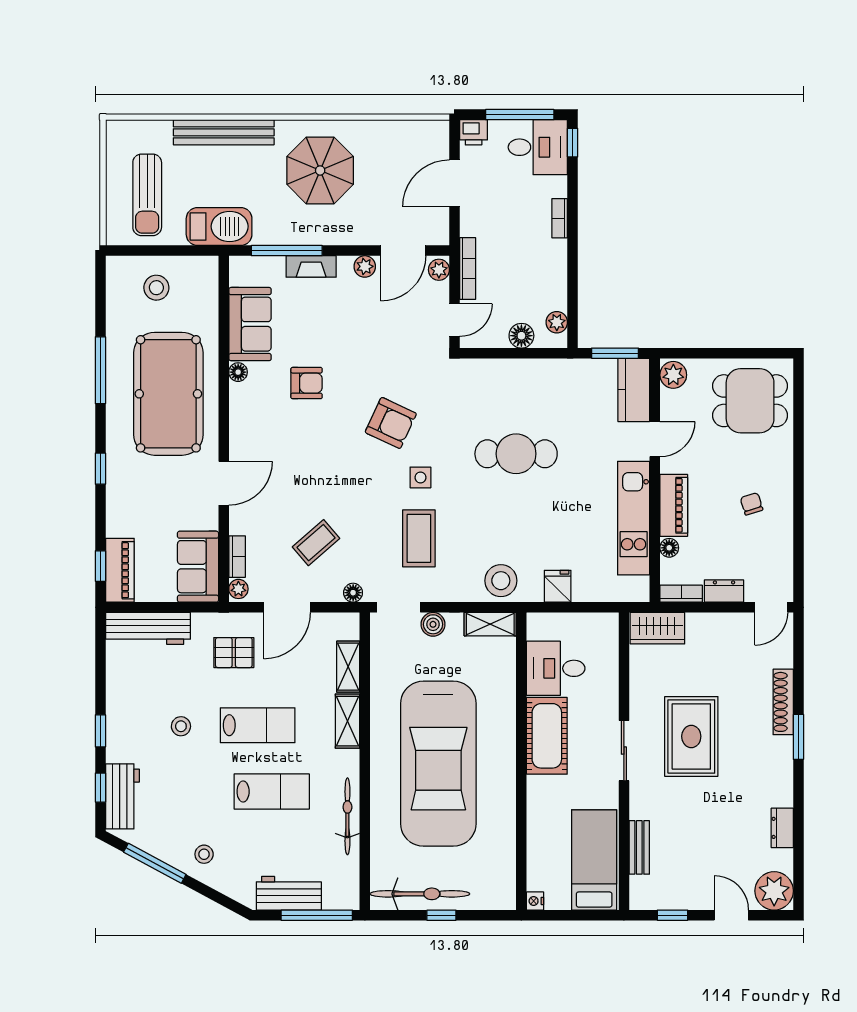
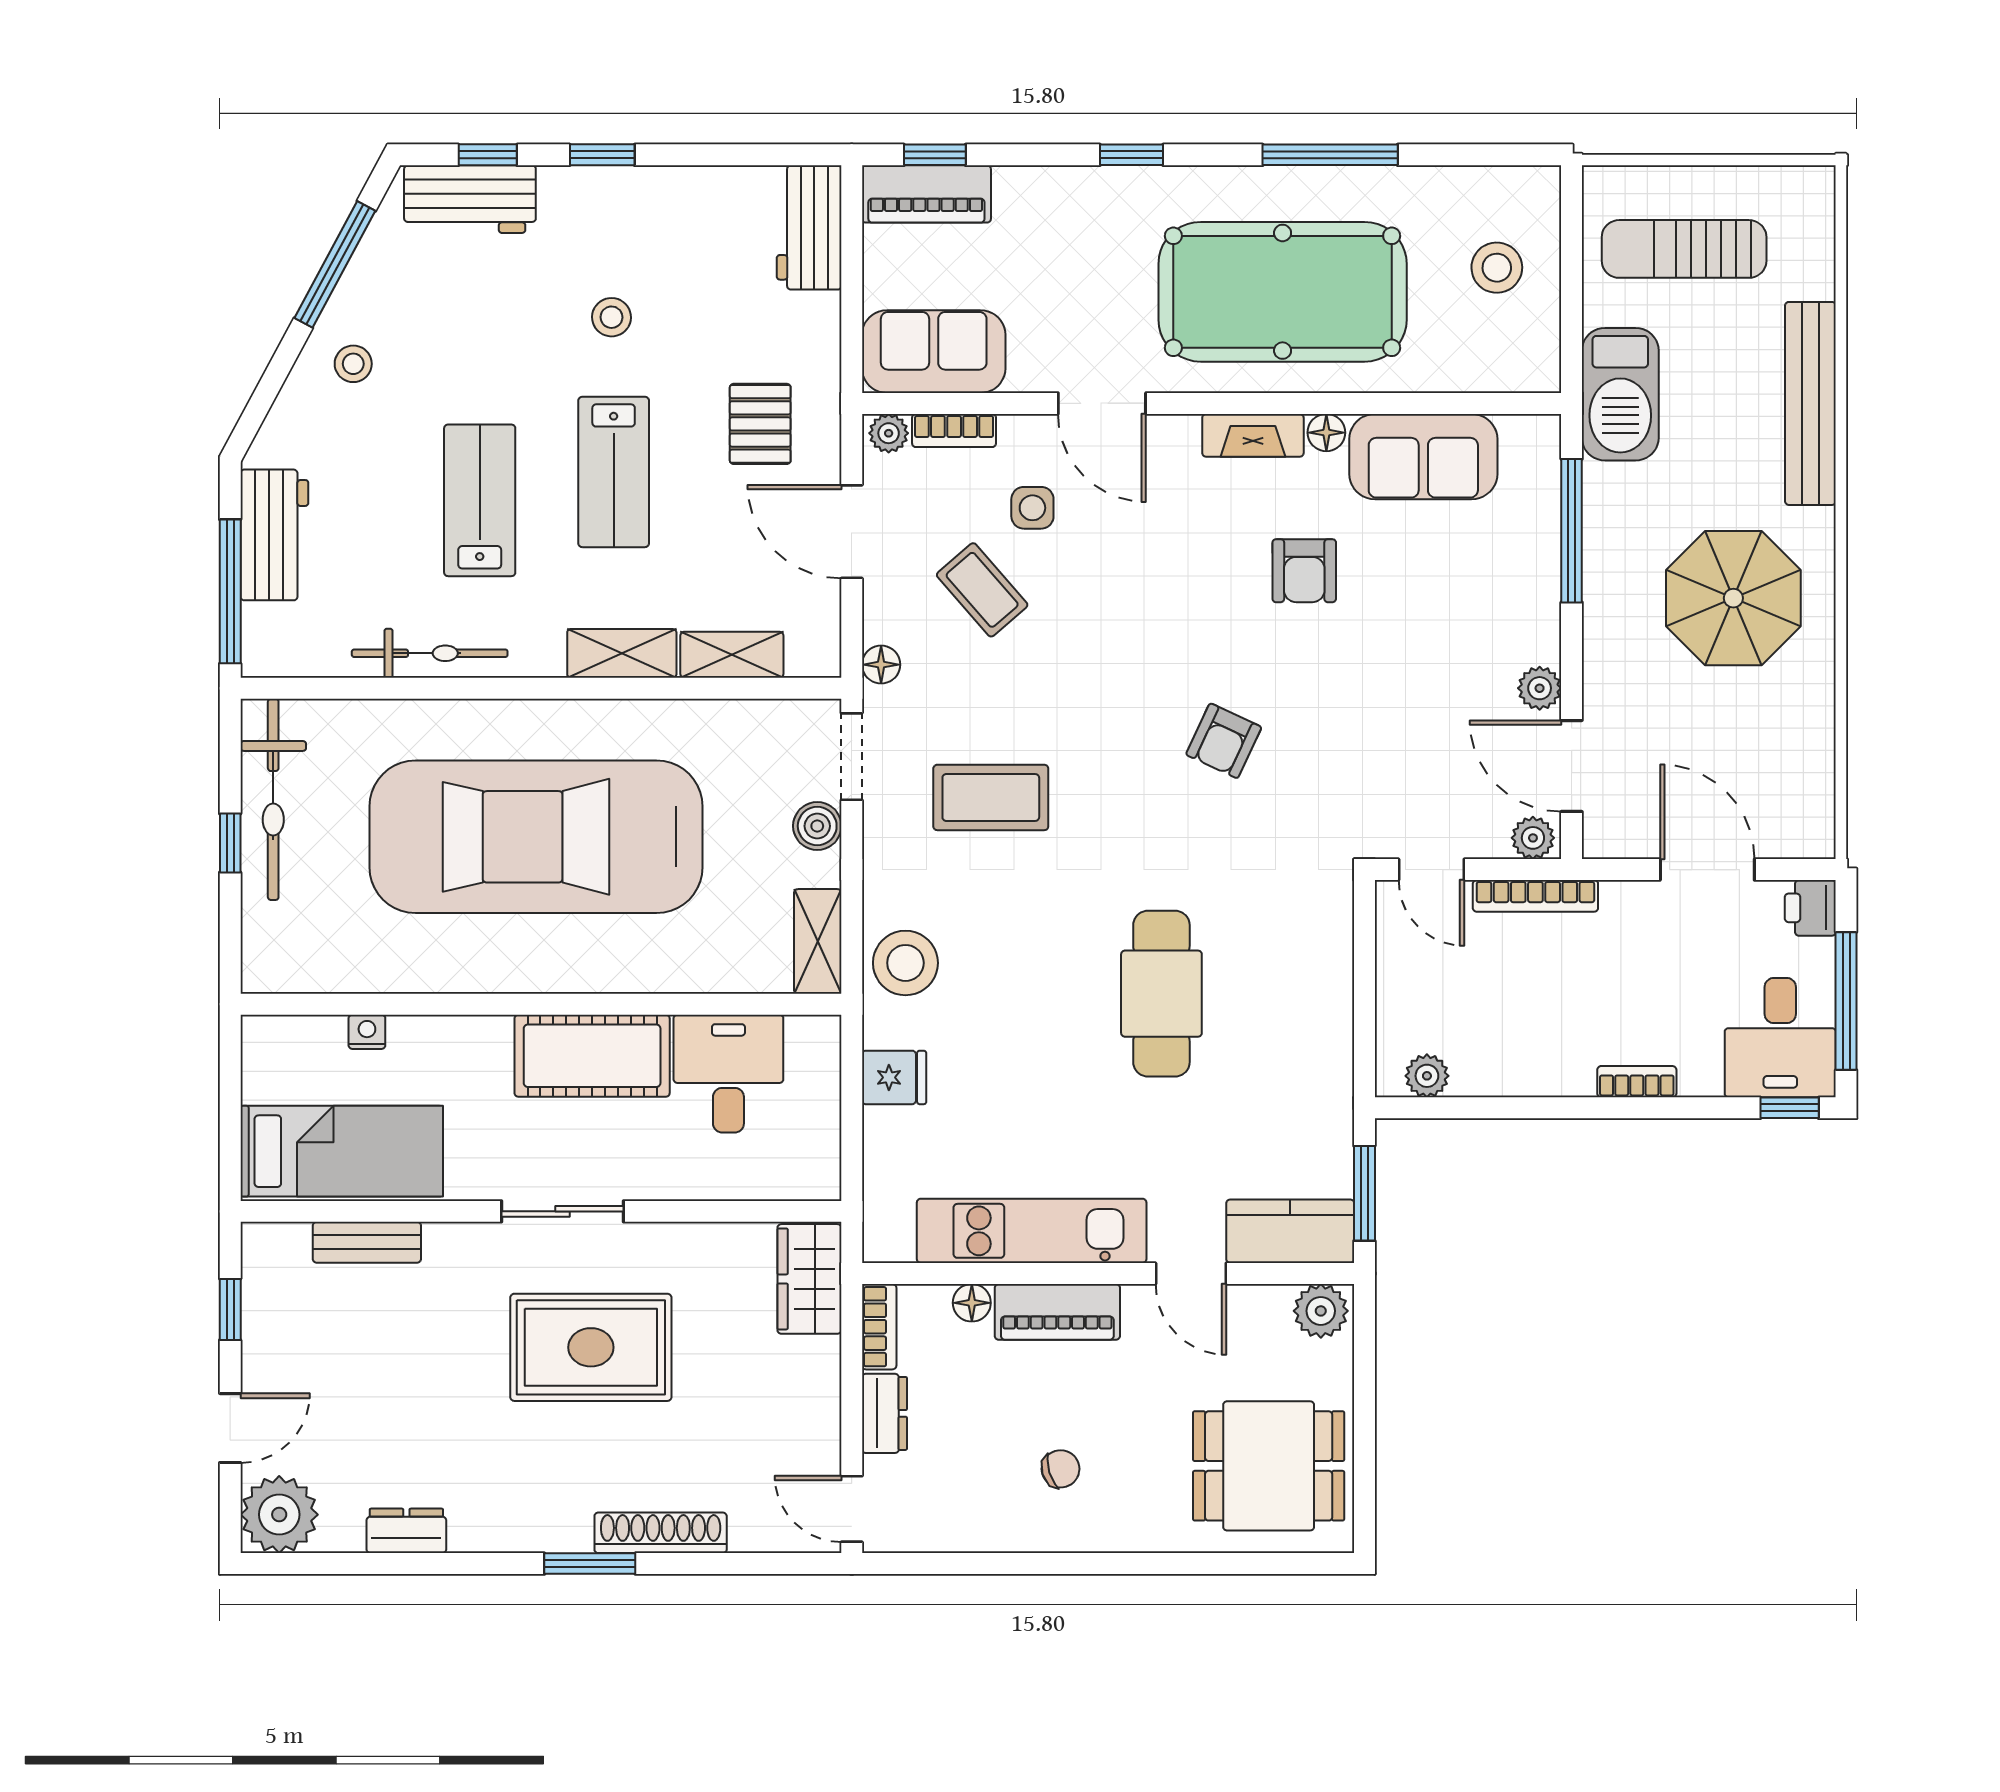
fireplace: (311, 266) -> (1253, 435), moved, turned -90
floor lamp: (521, 336) -> (1400, 1005), removed
dining table: (750, 401) -> (1269, 1466), turned 90
armchair: (391, 423) -> (1224, 741), width x0.72, depth x0.72
side table: (420, 477) -> (1032, 508), moved
workbench: (148, 628) -> (809, 227), width x0.73
lab bench: (272, 792) -> (480, 500), turned 180
nightstand: (535, 901) -> (367, 1032), moved

